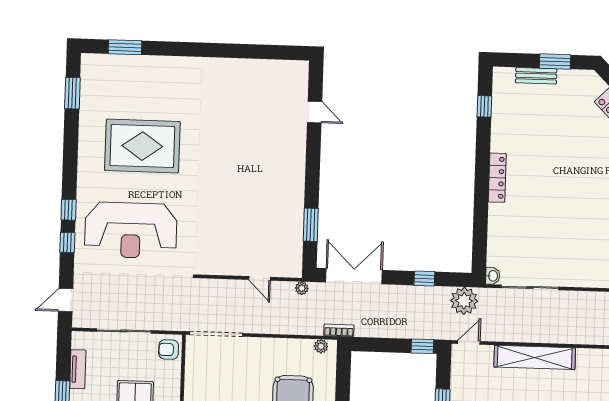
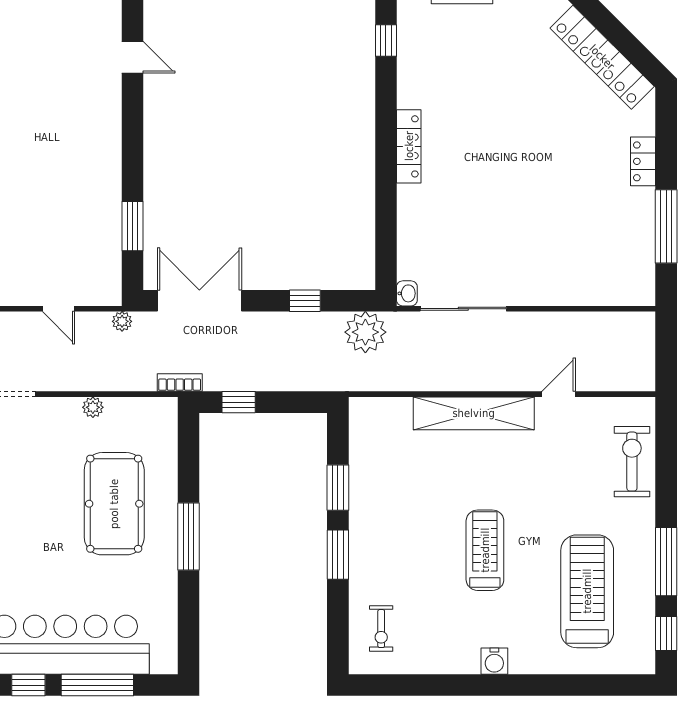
door: (469, 342) -> (559, 394), moved
plant: (321, 346) -> (93, 407), moved
window: (422, 346) -> (239, 402), moved

